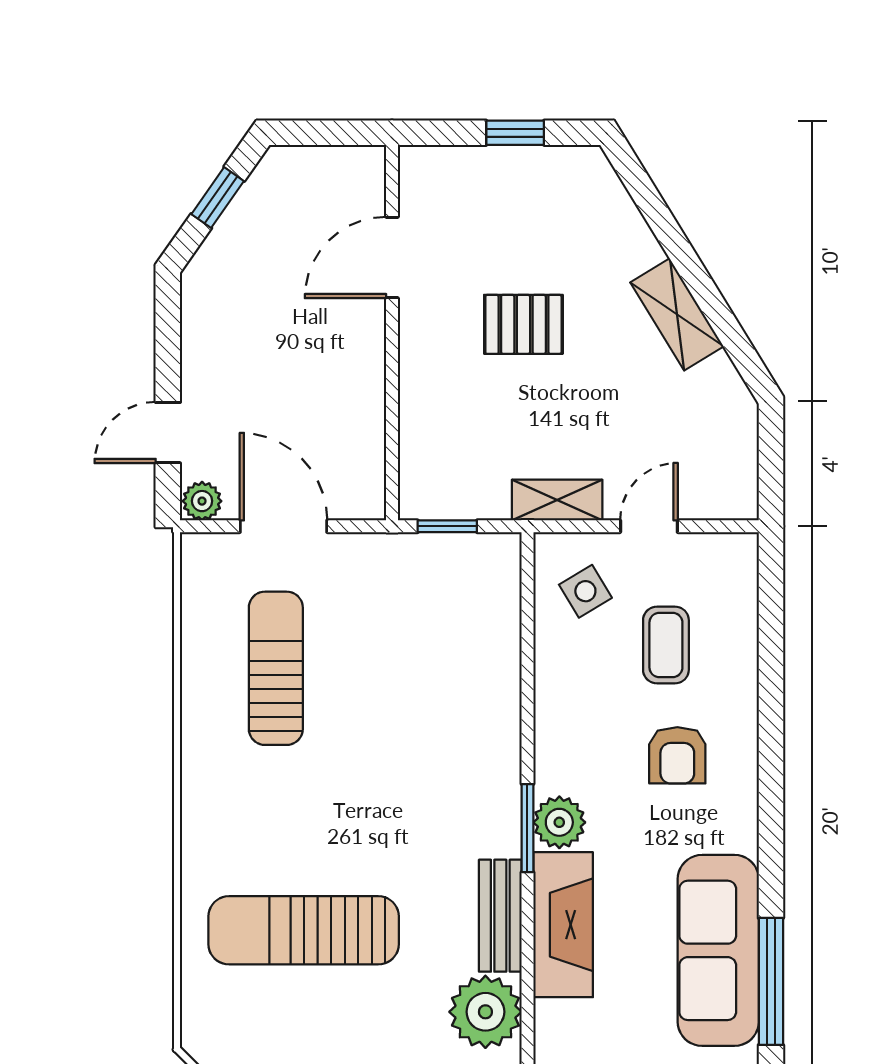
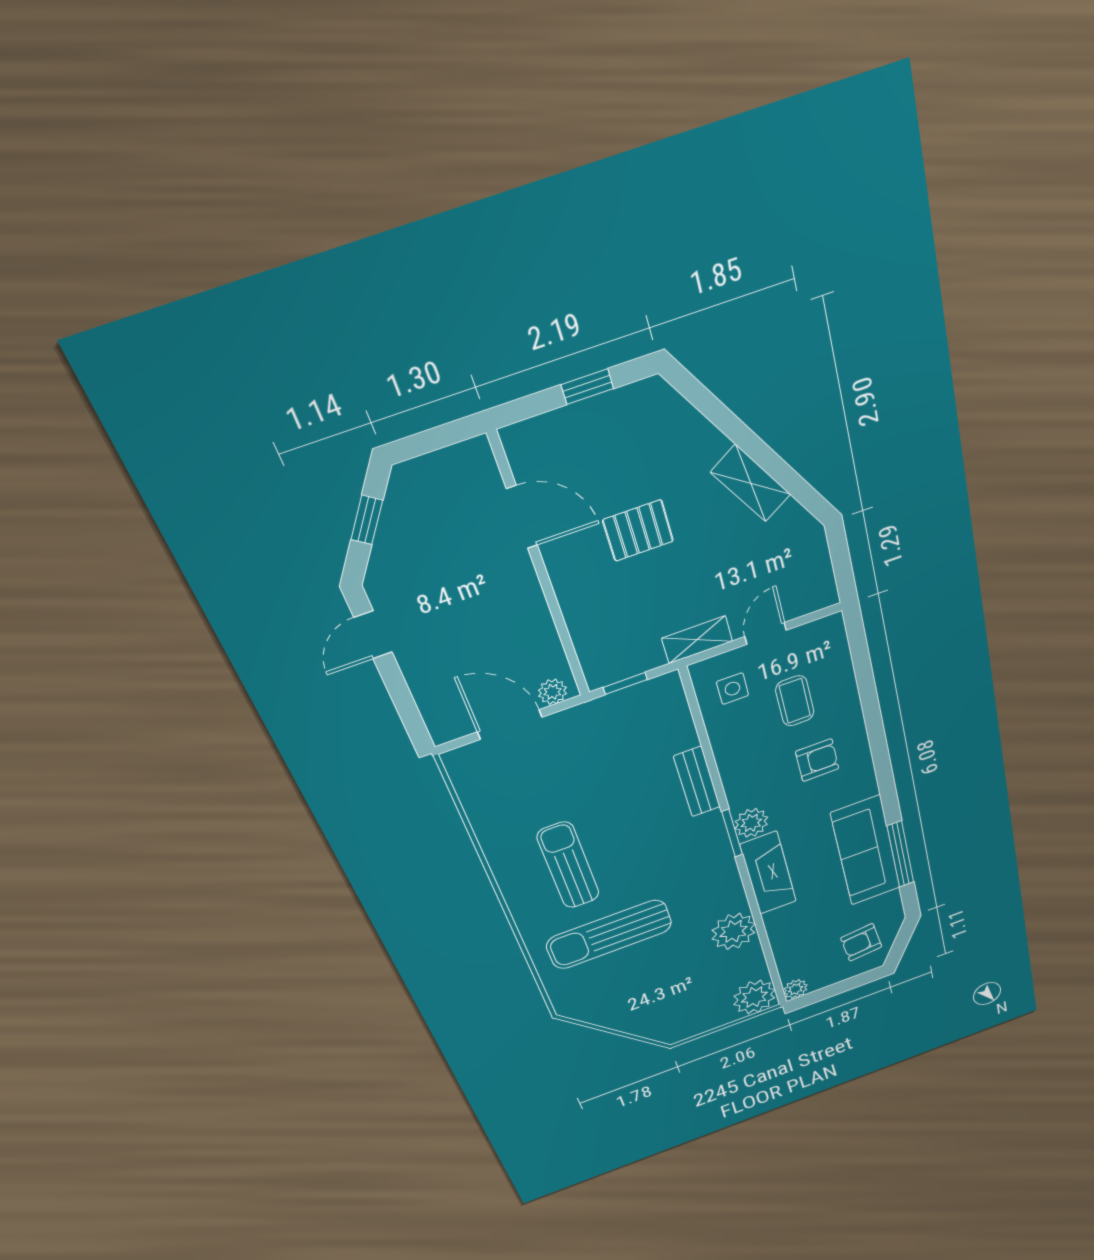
door: (392, 258) -> (522, 517), swing flipped
door: (168, 433) -> (373, 635), moved
plant: (202, 501) -> (553, 692), moved
side table: (585, 591) -> (732, 689), turned 31
sun lounger: (276, 668) -> (568, 865), moved
armchair: (677, 755) -> (817, 760), turned -90
bench: (500, 916) -> (697, 782), moved

